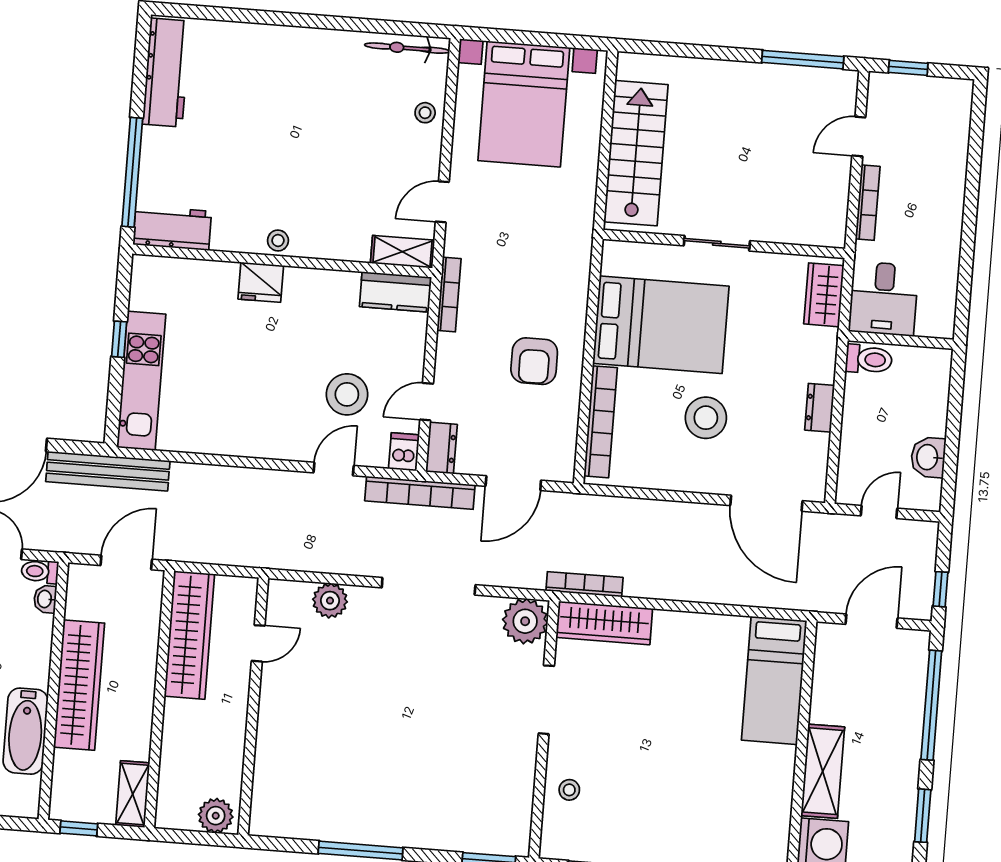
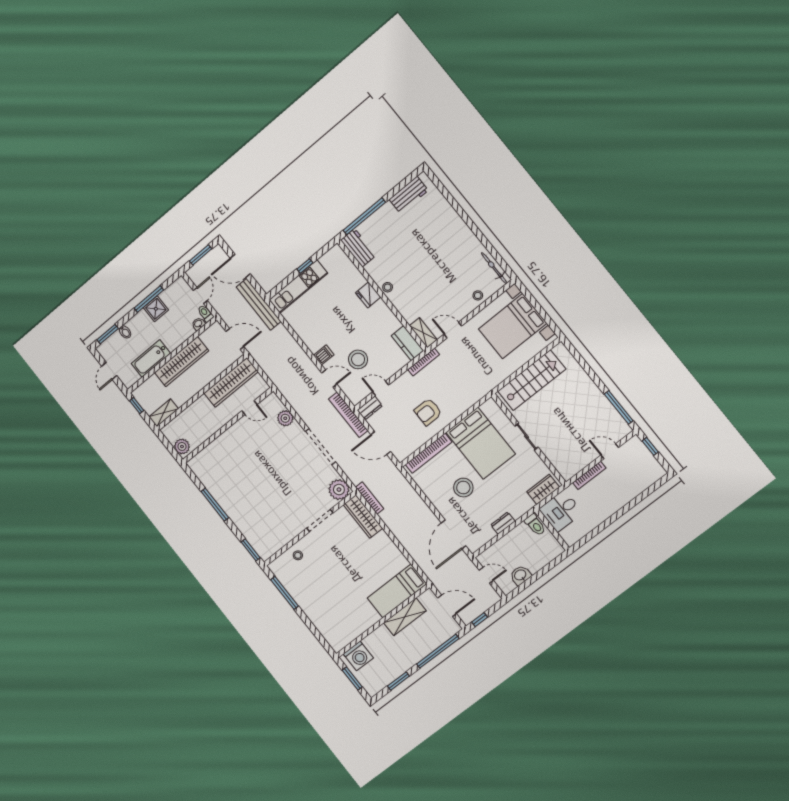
workbench: (166, 73) -> (409, 195), width x0.73
dishwasher: (404, 452) -> (324, 355), moved
shelving: (823, 771) -> (405, 617), moved

